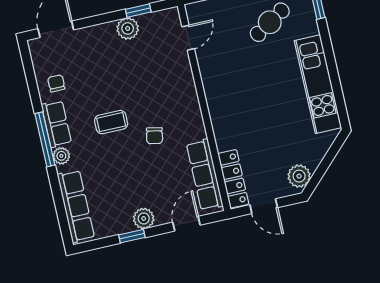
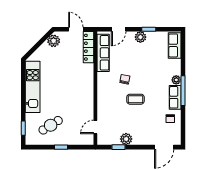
coffee table: (111, 122) -> (135, 99), moved
row of seats: (76, 206) -> (175, 45), width x0.68

